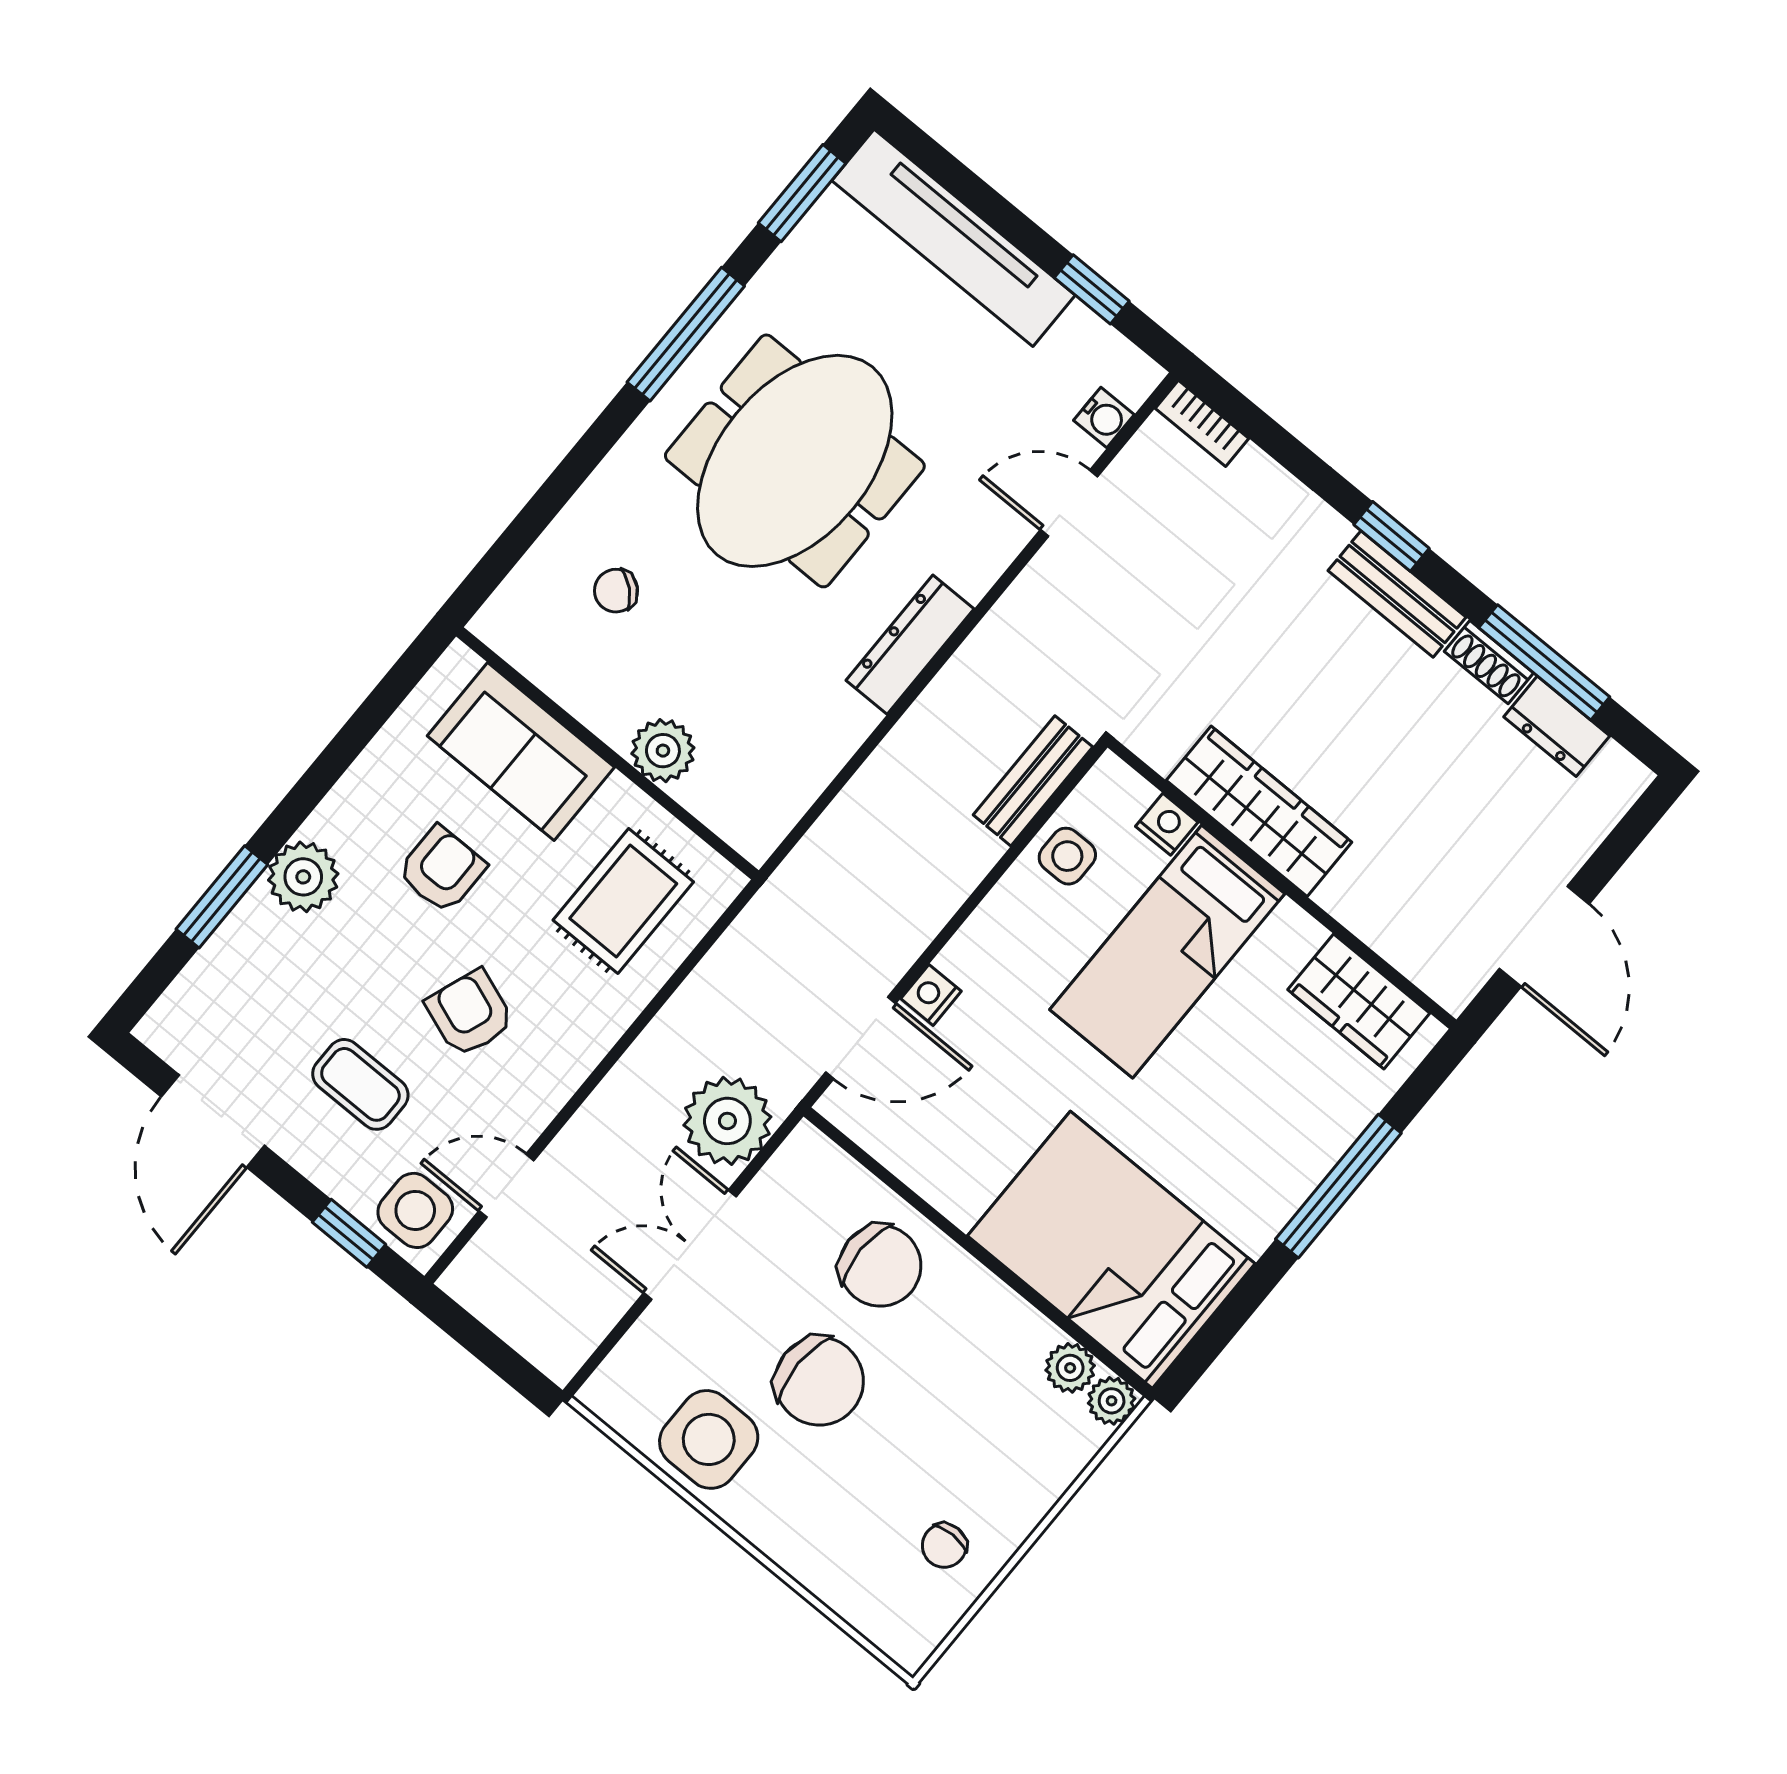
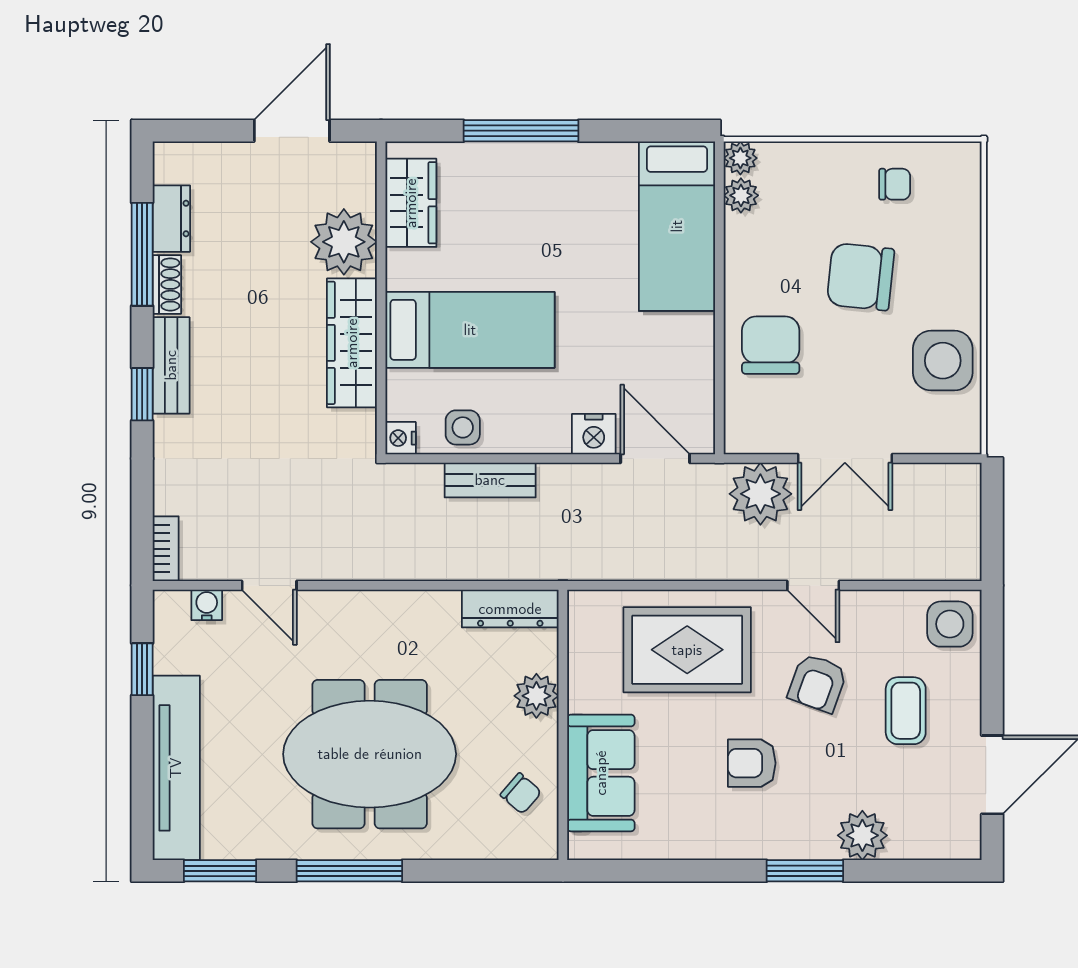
dresser: (910, 645) -> (510, 609), moved
sofa: (521, 751) -> (601, 773), moved
plant: (663, 751) -> (536, 696), moved
wall: (607, 753) -> (563, 725), moved
bench: (1033, 781) -> (490, 480), moved
nightstand: (1167, 824) -> (401, 438), moved
plant: (303, 877) -> (862, 835), moved
plant: (1376, 893) -> (344, 242), added
window: (222, 897) -> (805, 871), moved
rug: (623, 901) -> (687, 650), width x1.36, depth x1.43
nightstand: (931, 995) -> (594, 434), width x1.39, depth x1.35
door: (506, 1186) -> (813, 585), moved
window: (349, 1233) -> (992, 650), removed
bed: (1111, 1250) -> (677, 226), width x0.67
chair: (819, 1381) -> (861, 277), moved, turned -84

